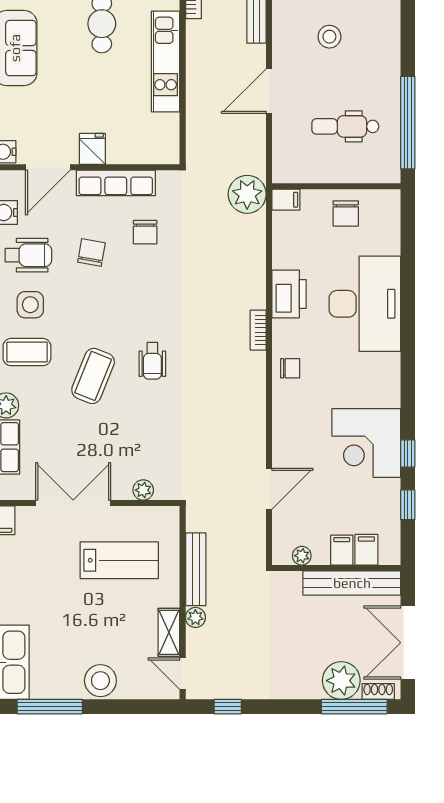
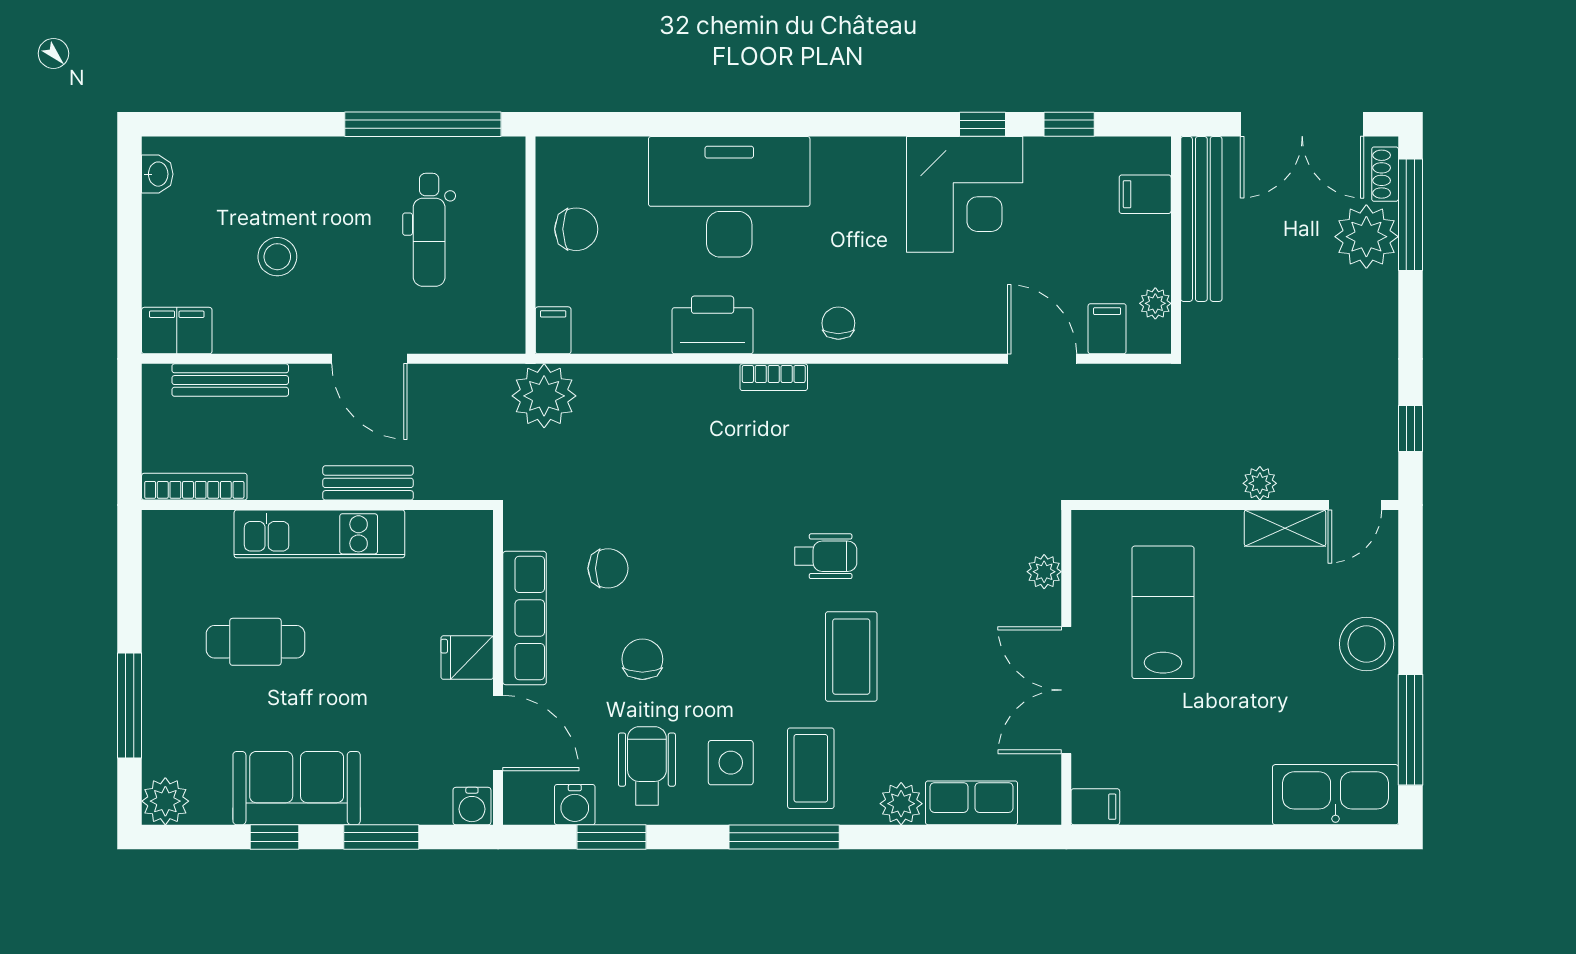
chair: (91, 252) -> (642, 659), turned 80
coffee table: (93, 376) -> (851, 657), turned 68
filing cabinet: (342, 550) -> (1107, 329), moved, turned 90
bench: (196, 569) -> (368, 483), moved, width x0.73

